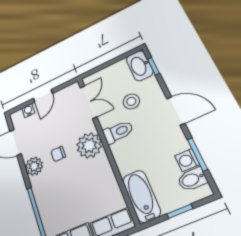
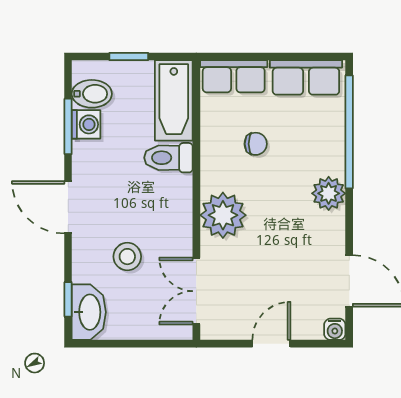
water cooler: (28, 111) -> (335, 329), moved
toilet: (118, 132) -> (168, 158), moved
chair: (58, 154) -> (256, 144), moved
plant: (34, 166) -> (329, 193), moved

